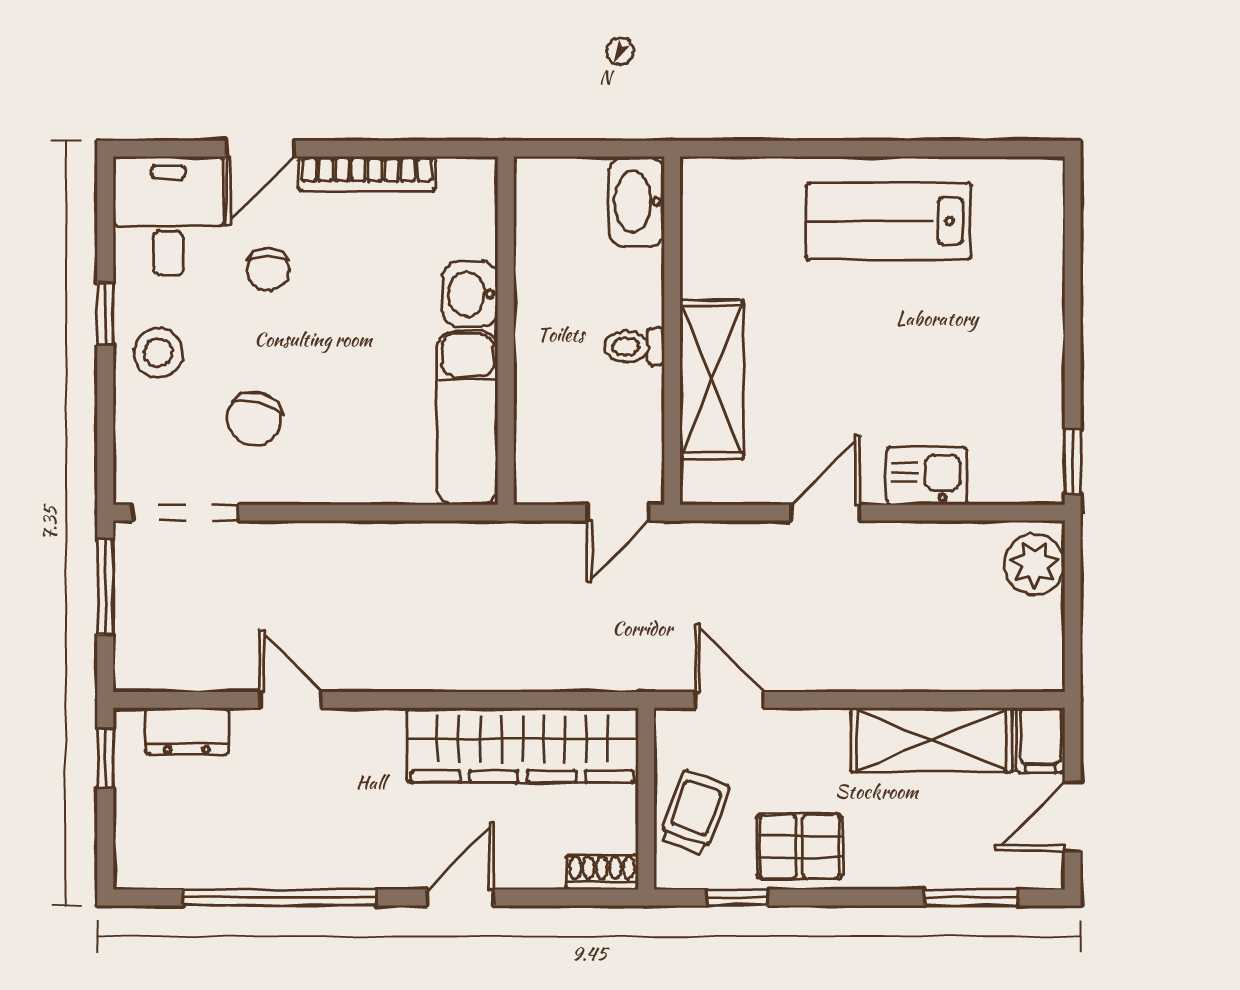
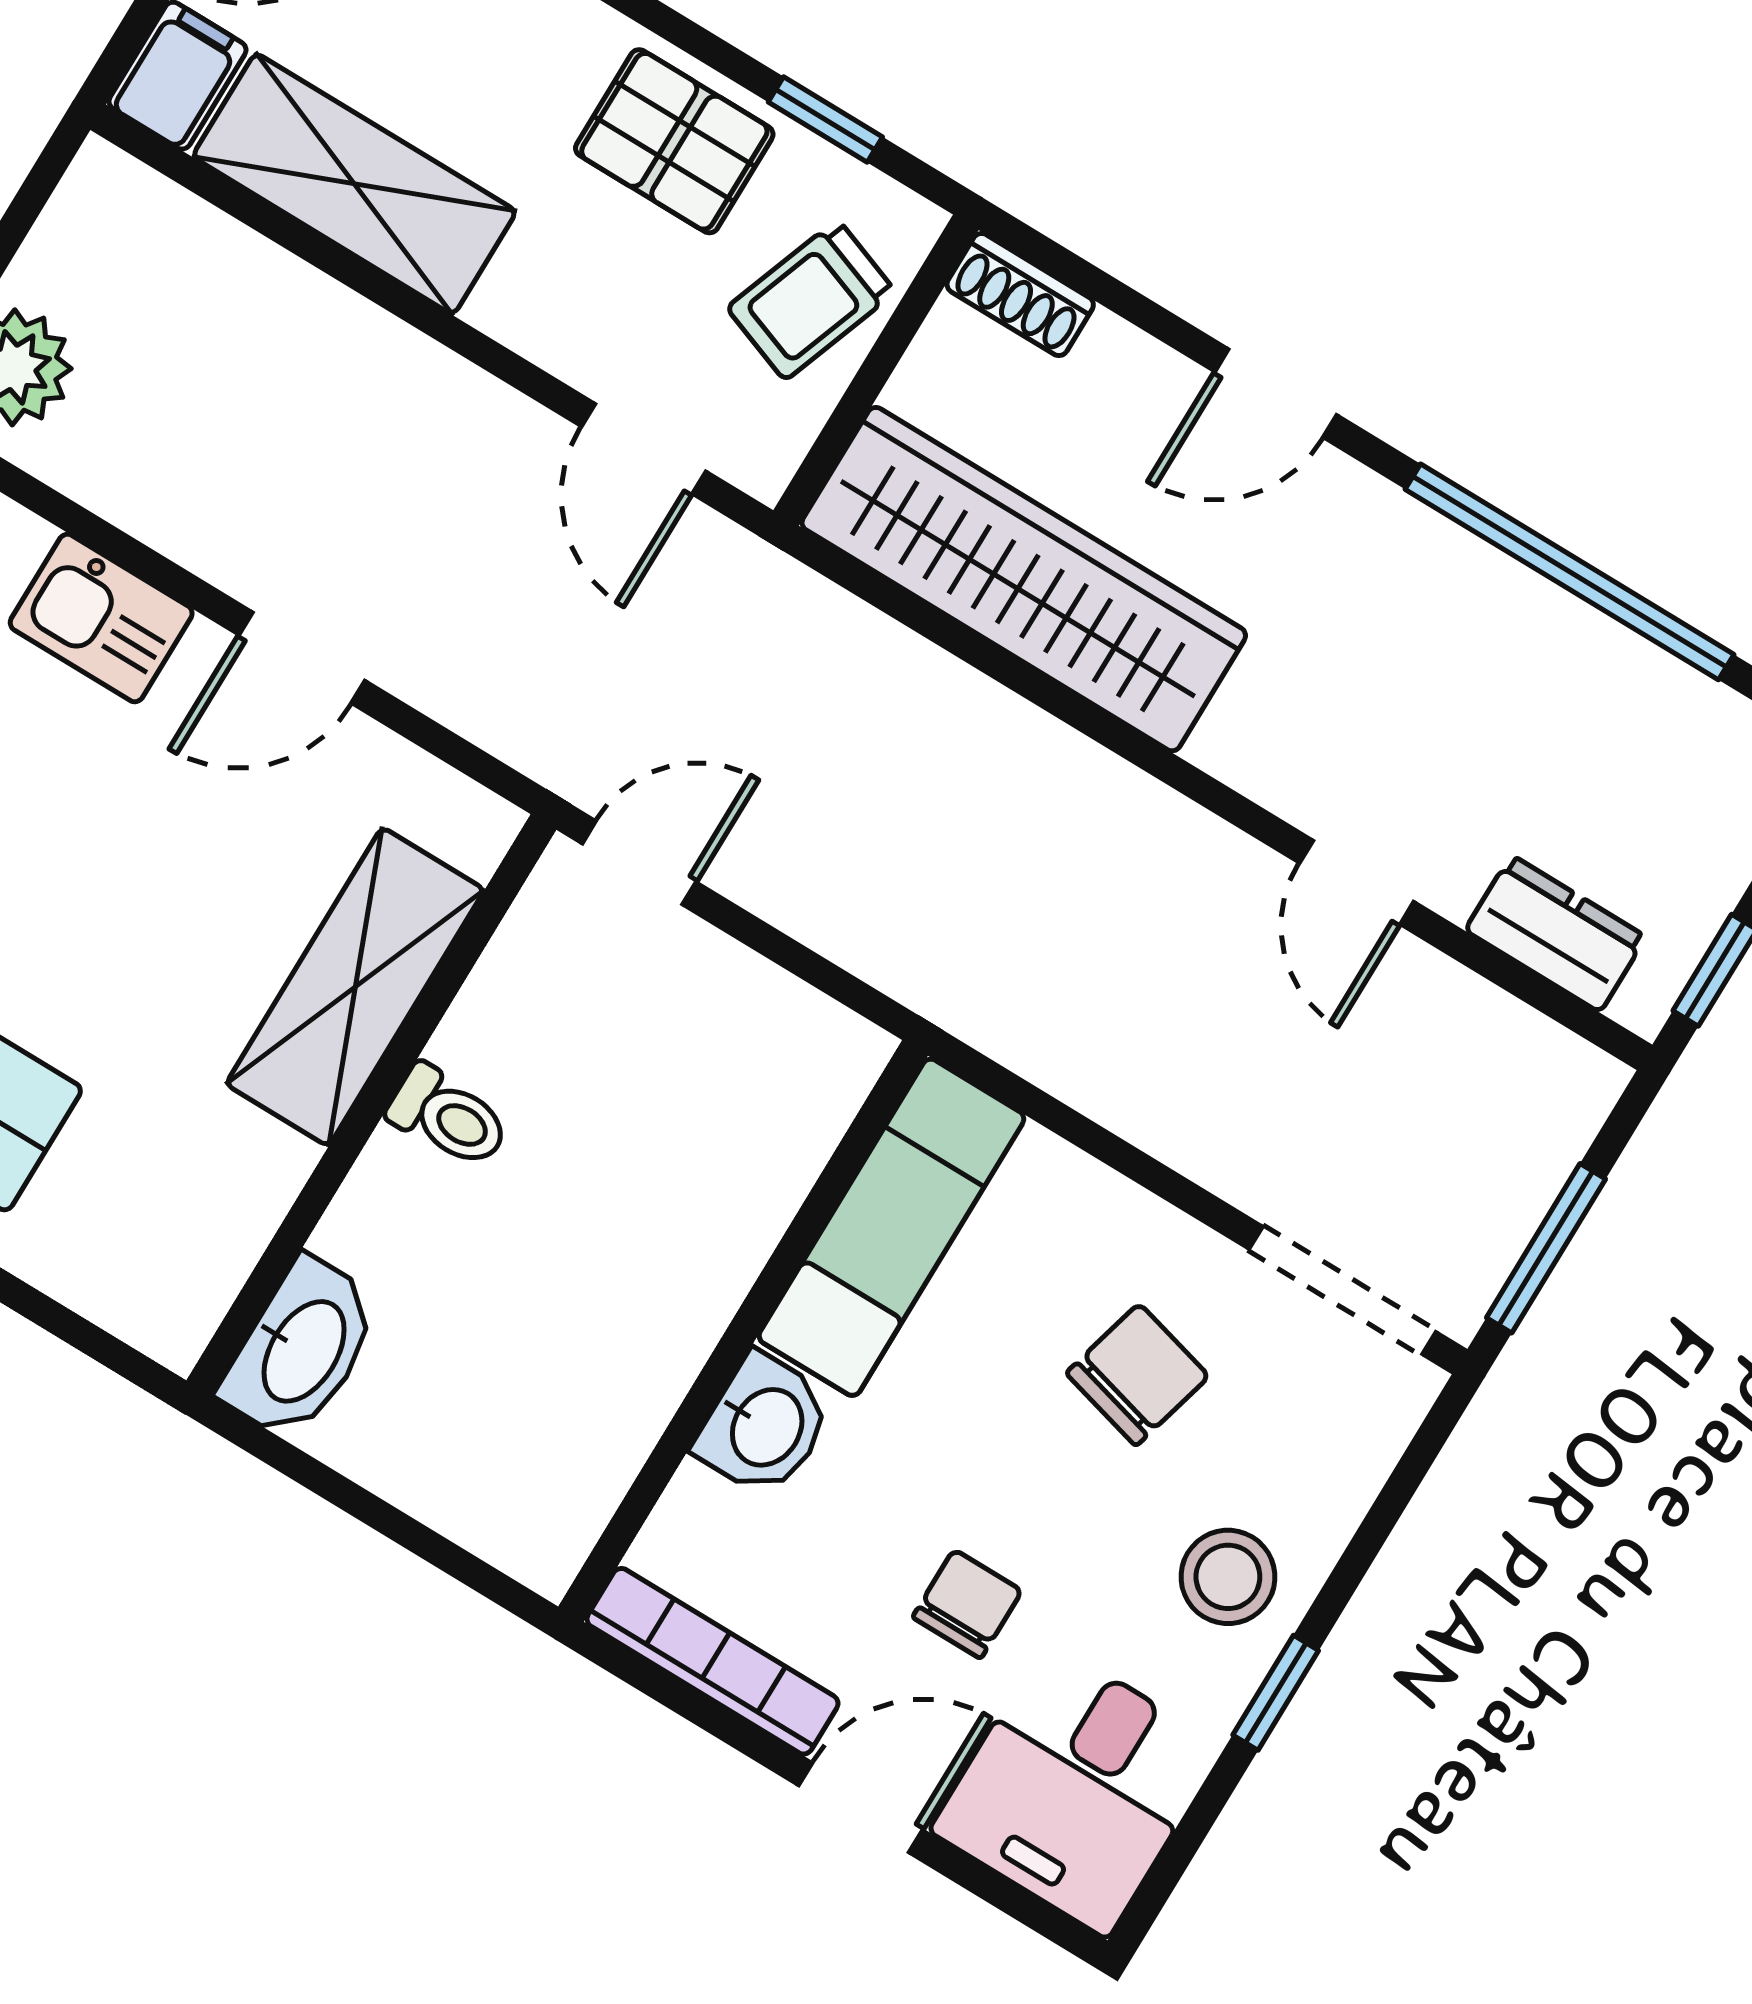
washbasin: (470, 294) -> (764, 1426), moved
wall: (506, 331) -> (743, 1331), moved
exam couch: (467, 418) -> (891, 1227), moved

